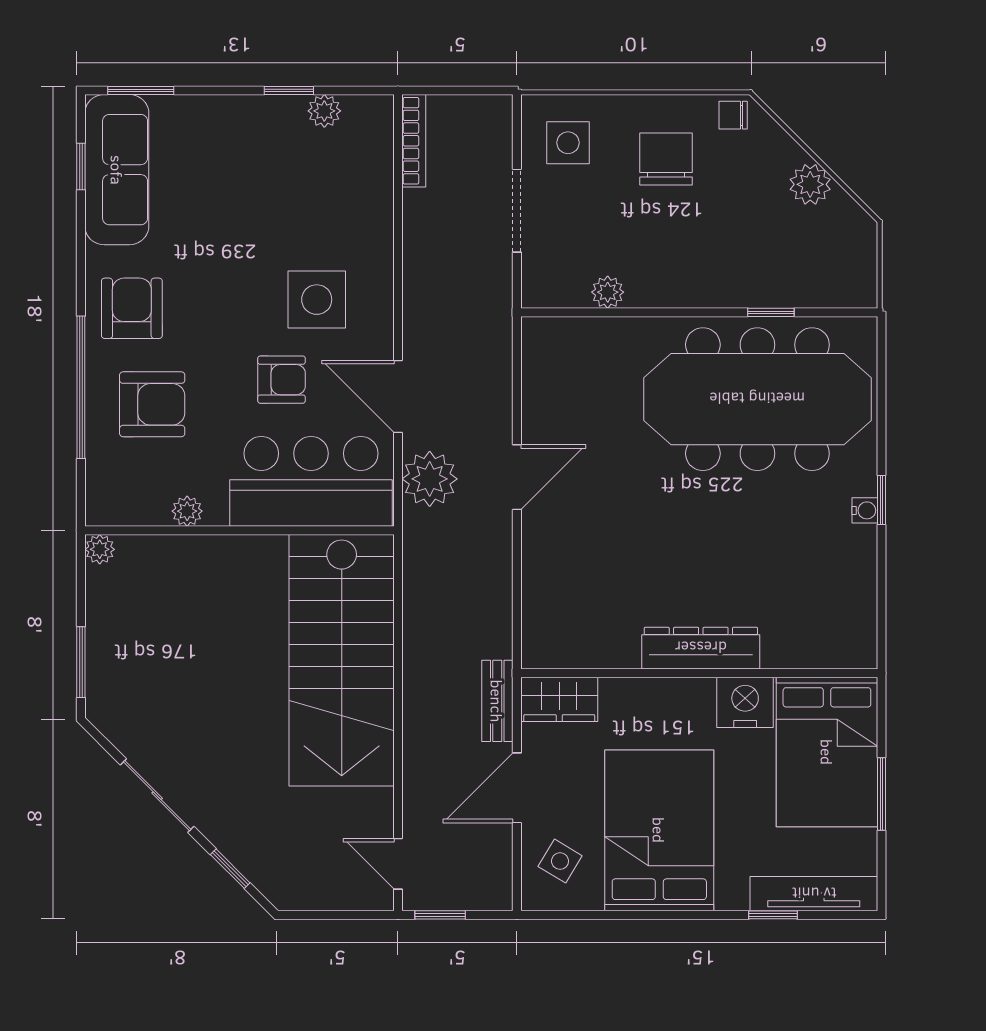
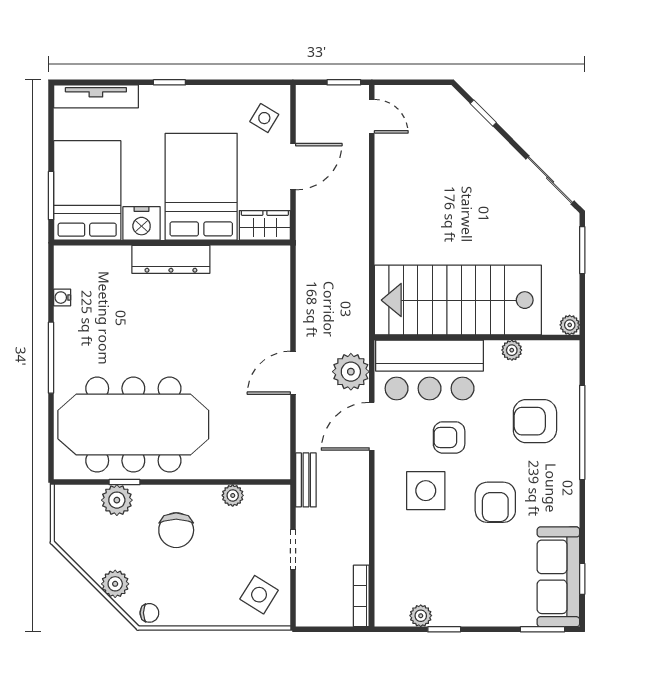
side table: (568, 143) -> (259, 595), turned 32
chair: (666, 159) -> (176, 530), moved
plant: (810, 184) -> (115, 584), moved
doorway: (517, 211) -> (293, 550), width x0.73
plant: (782, 285) -> (117, 500), added
armchair: (132, 308) -> (495, 502), moved
door: (398, 397) -> (372, 426), swing flipped
window: (882, 500) -> (51, 358), width x2.17
water cooler: (865, 510) -> (62, 298), moved
stairs: (342, 660) -> (458, 300), moved, turned -90
bench: (497, 701) -> (306, 480), moved
window: (882, 794) -> (51, 196), moved
sliding door: (157, 796) -> (550, 180), moved
bed: (659, 830) -> (201, 187), moved, turned 180
window: (773, 915) -> (169, 82), moved

